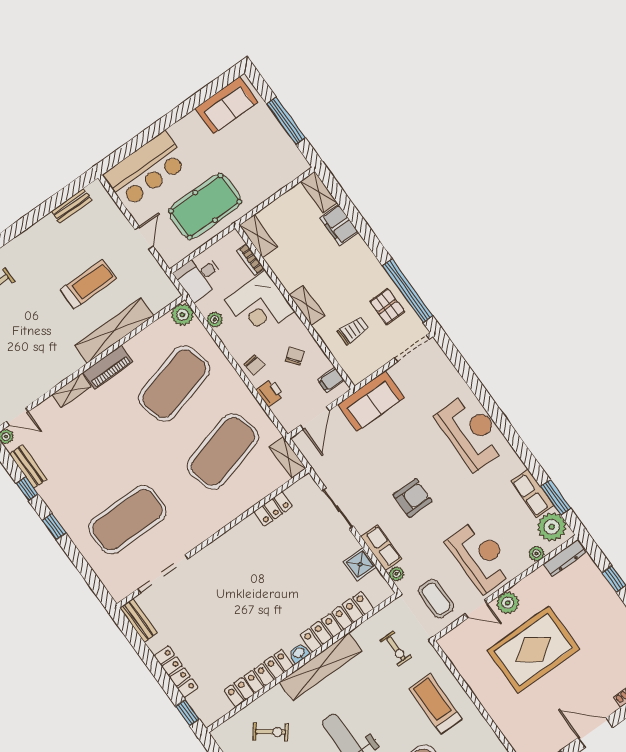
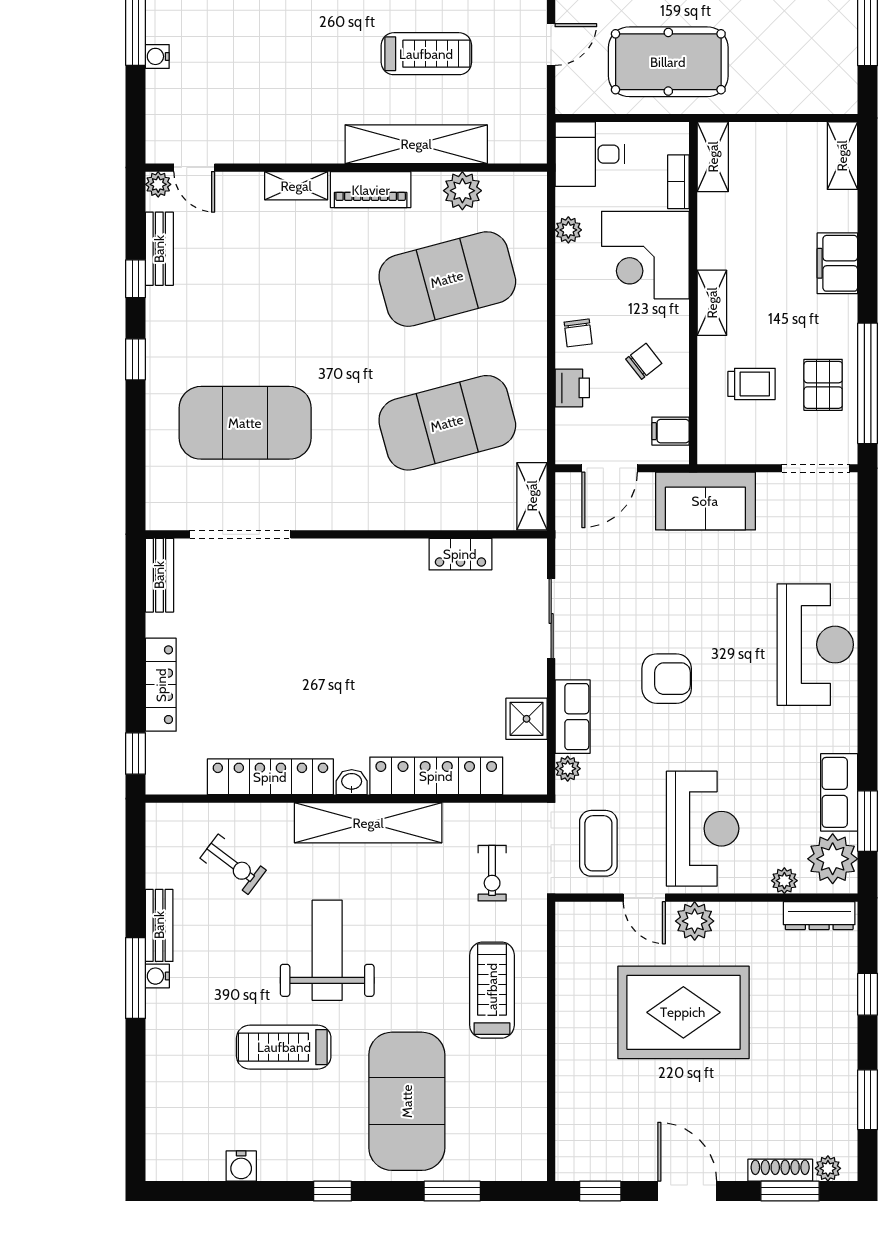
filing cabinet: (339, 225) -> (837, 263), moved
plant: (182, 315) -> (462, 191), moved

